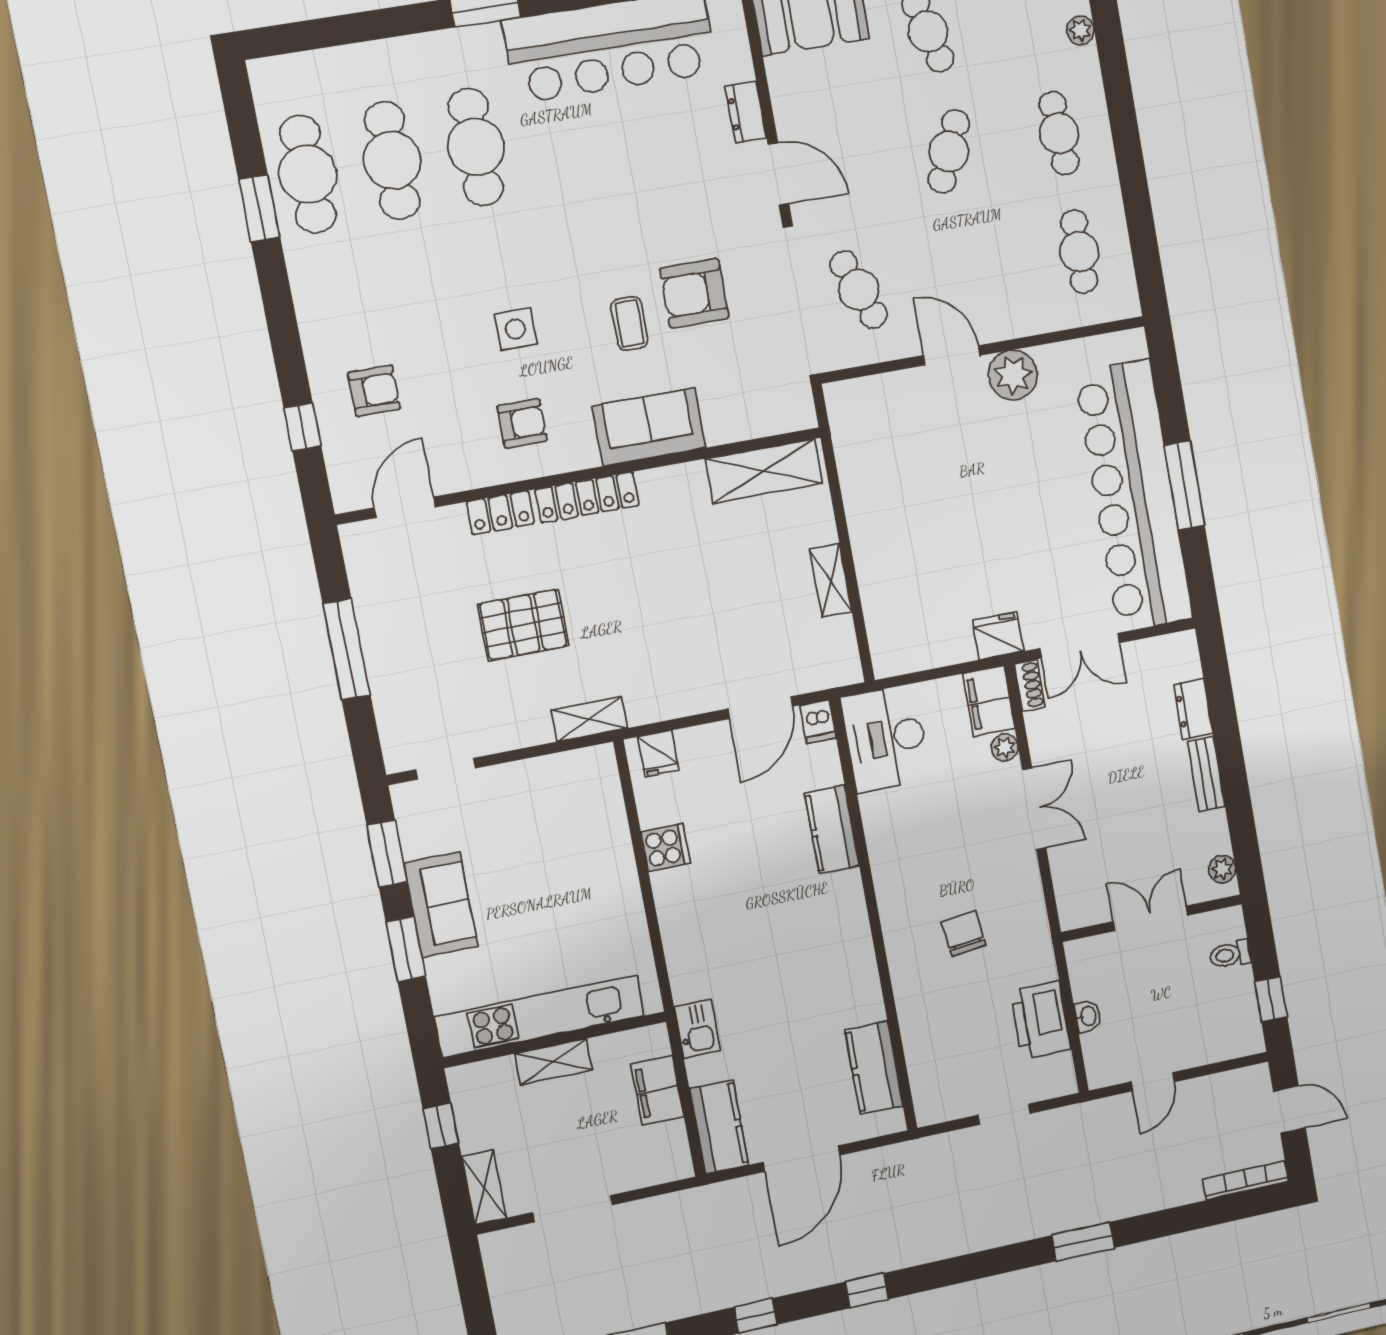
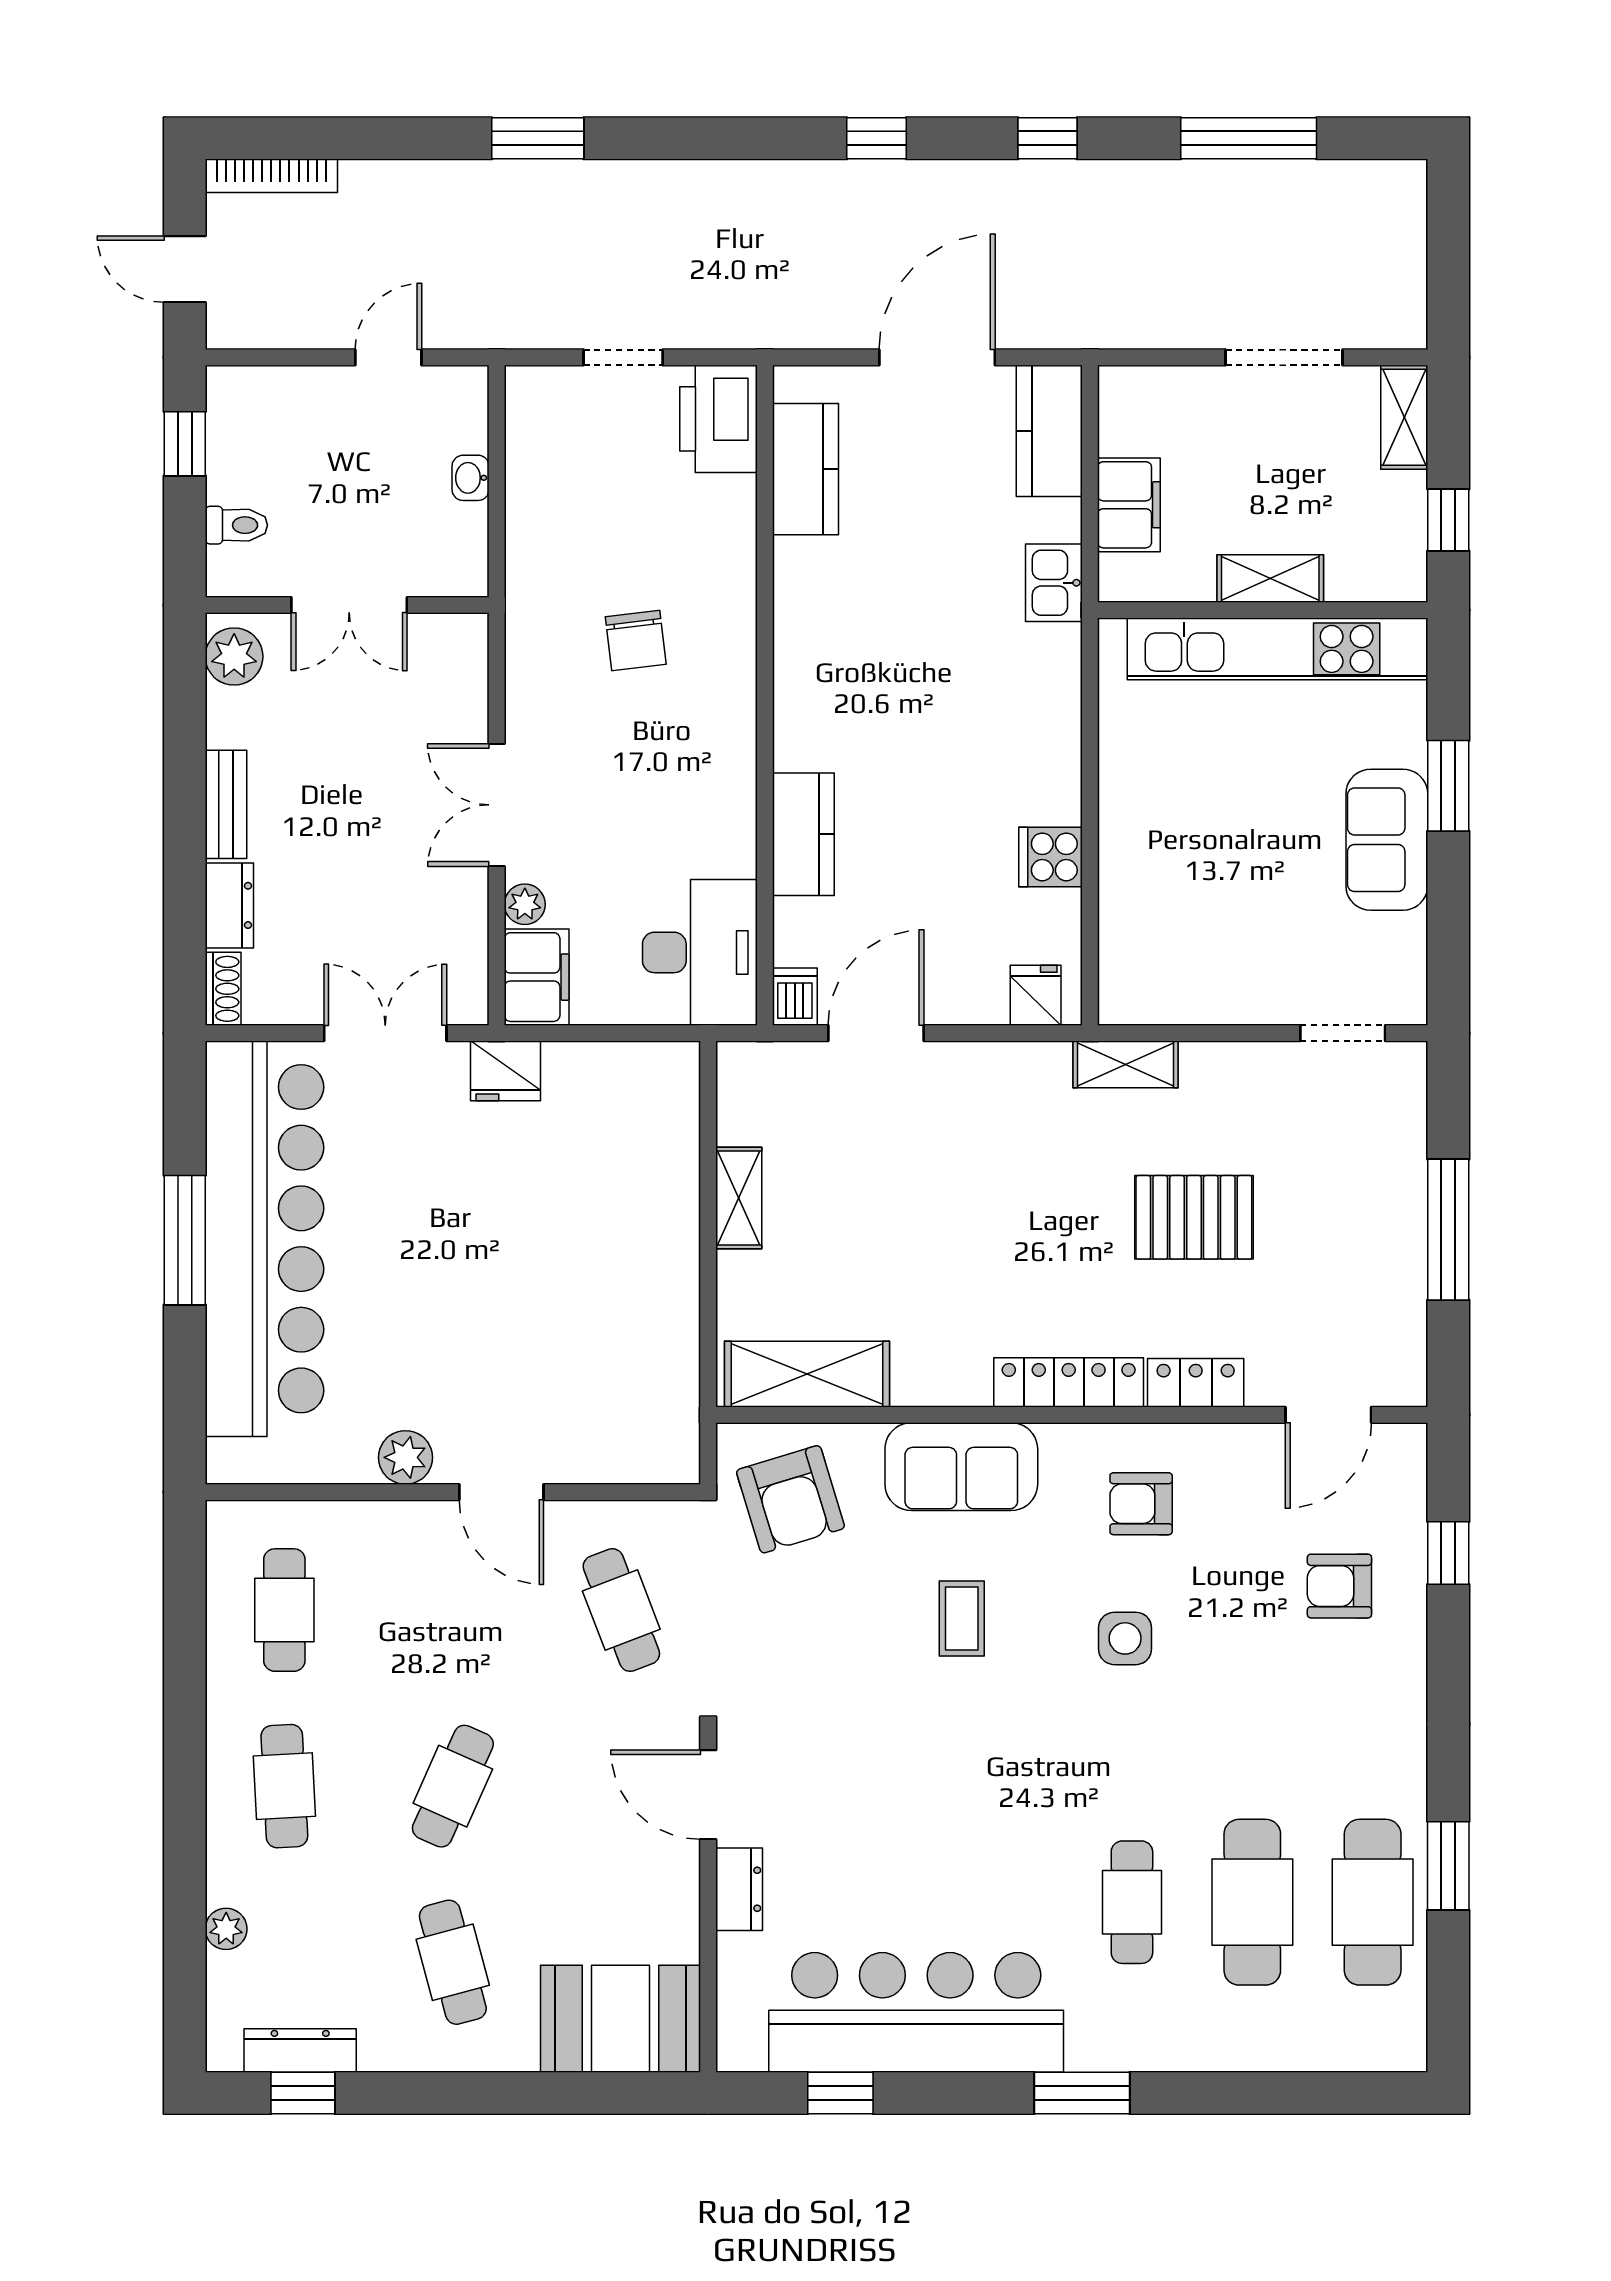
cafe table: (476, 147) -> (1132, 1902), width x0.73, depth x0.74
armchair: (694, 293) -> (790, 1499), moved, turned 73
plant: (1013, 375) -> (405, 1457), width x0.73, depth x0.73
shoe rack: (1030, 685) -> (223, 989), moved, turned 180
window: (387, 854) -> (1448, 928), removed
plant: (1222, 869) -> (234, 657), width x1.38, depth x1.38
printer: (1041, 1020) -> (719, 419), moved, turned 180

